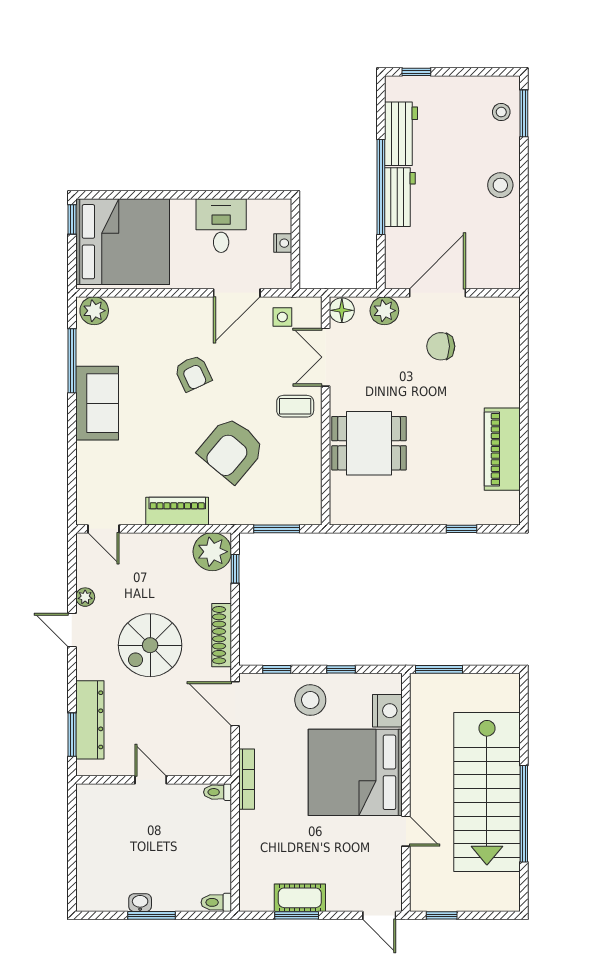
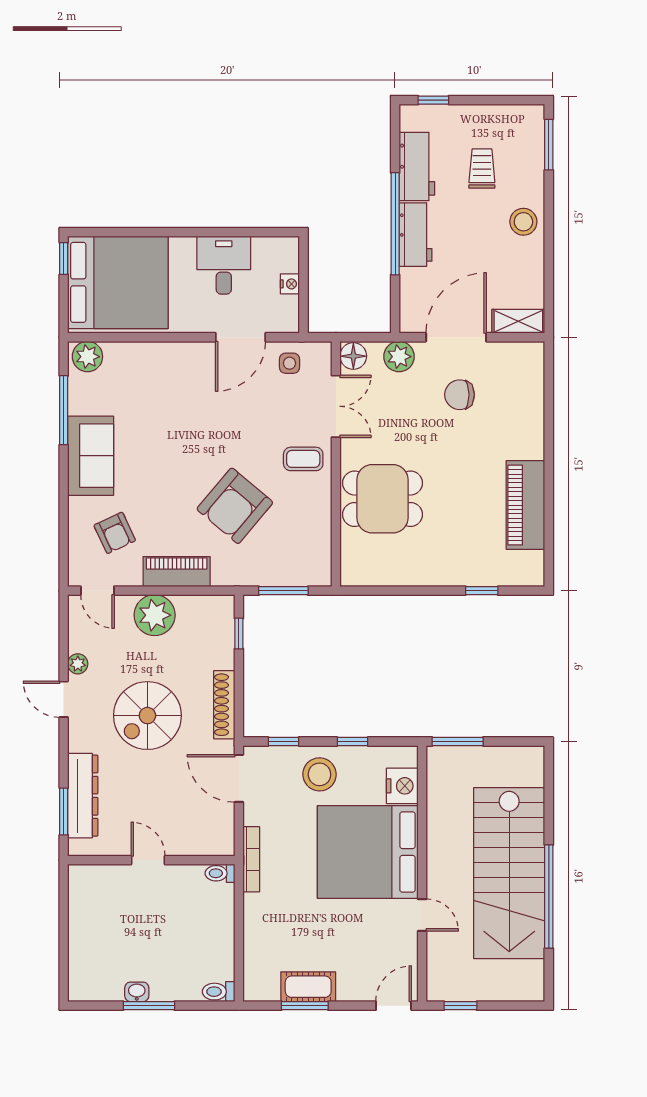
stool: (501, 112) -> (524, 143), removed
trolley: (462, 136) -> (482, 168), added
shelving: (496, 278) -> (518, 321), added
double door: (326, 357) -> (336, 406), swing flipped
armchair: (193, 373) -> (115, 533), moved
plant: (212, 552) -> (155, 615), moved
door: (379, 915) -> (394, 1006), swing flipped

